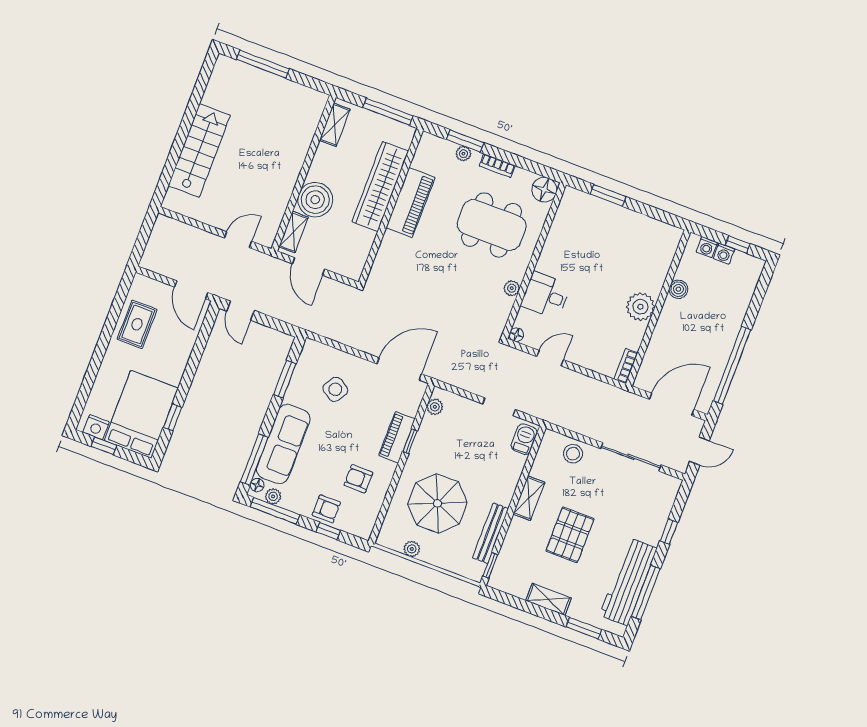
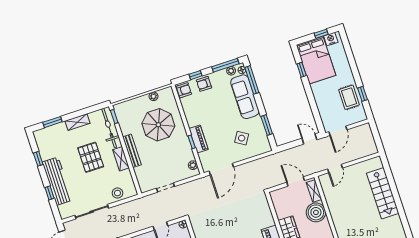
door: (191, 290) -> (338, 131), swing flipped
window: (114, 314) -> (363, 94), added
barbecue: (524, 439) -> (143, 182), removed
armchair: (358, 479) -> (184, 90), moved
bench: (490, 533) -> (132, 151), moved
bicycle: (511, 555) -> (109, 128), added
workbench: (628, 582) -> (57, 181), moved
window: (646, 592) -> (38, 159), width x0.46

